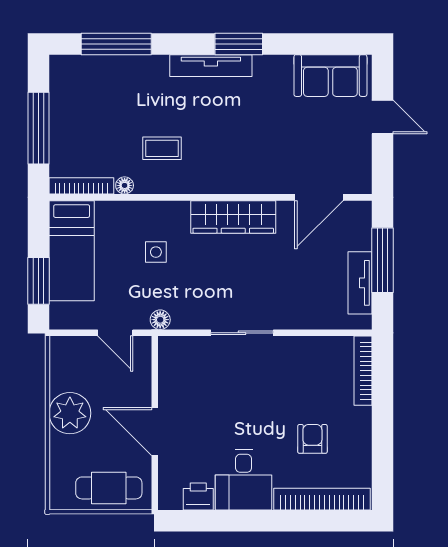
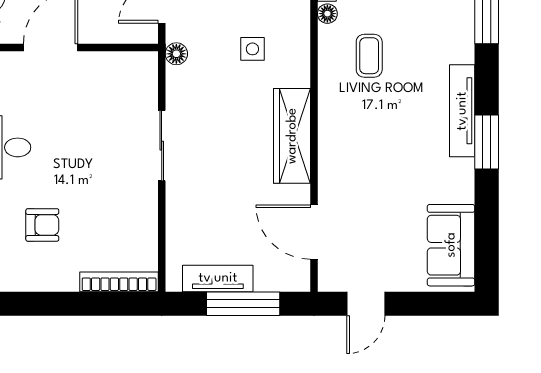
door: (383, 117) -> (366, 304), moved

